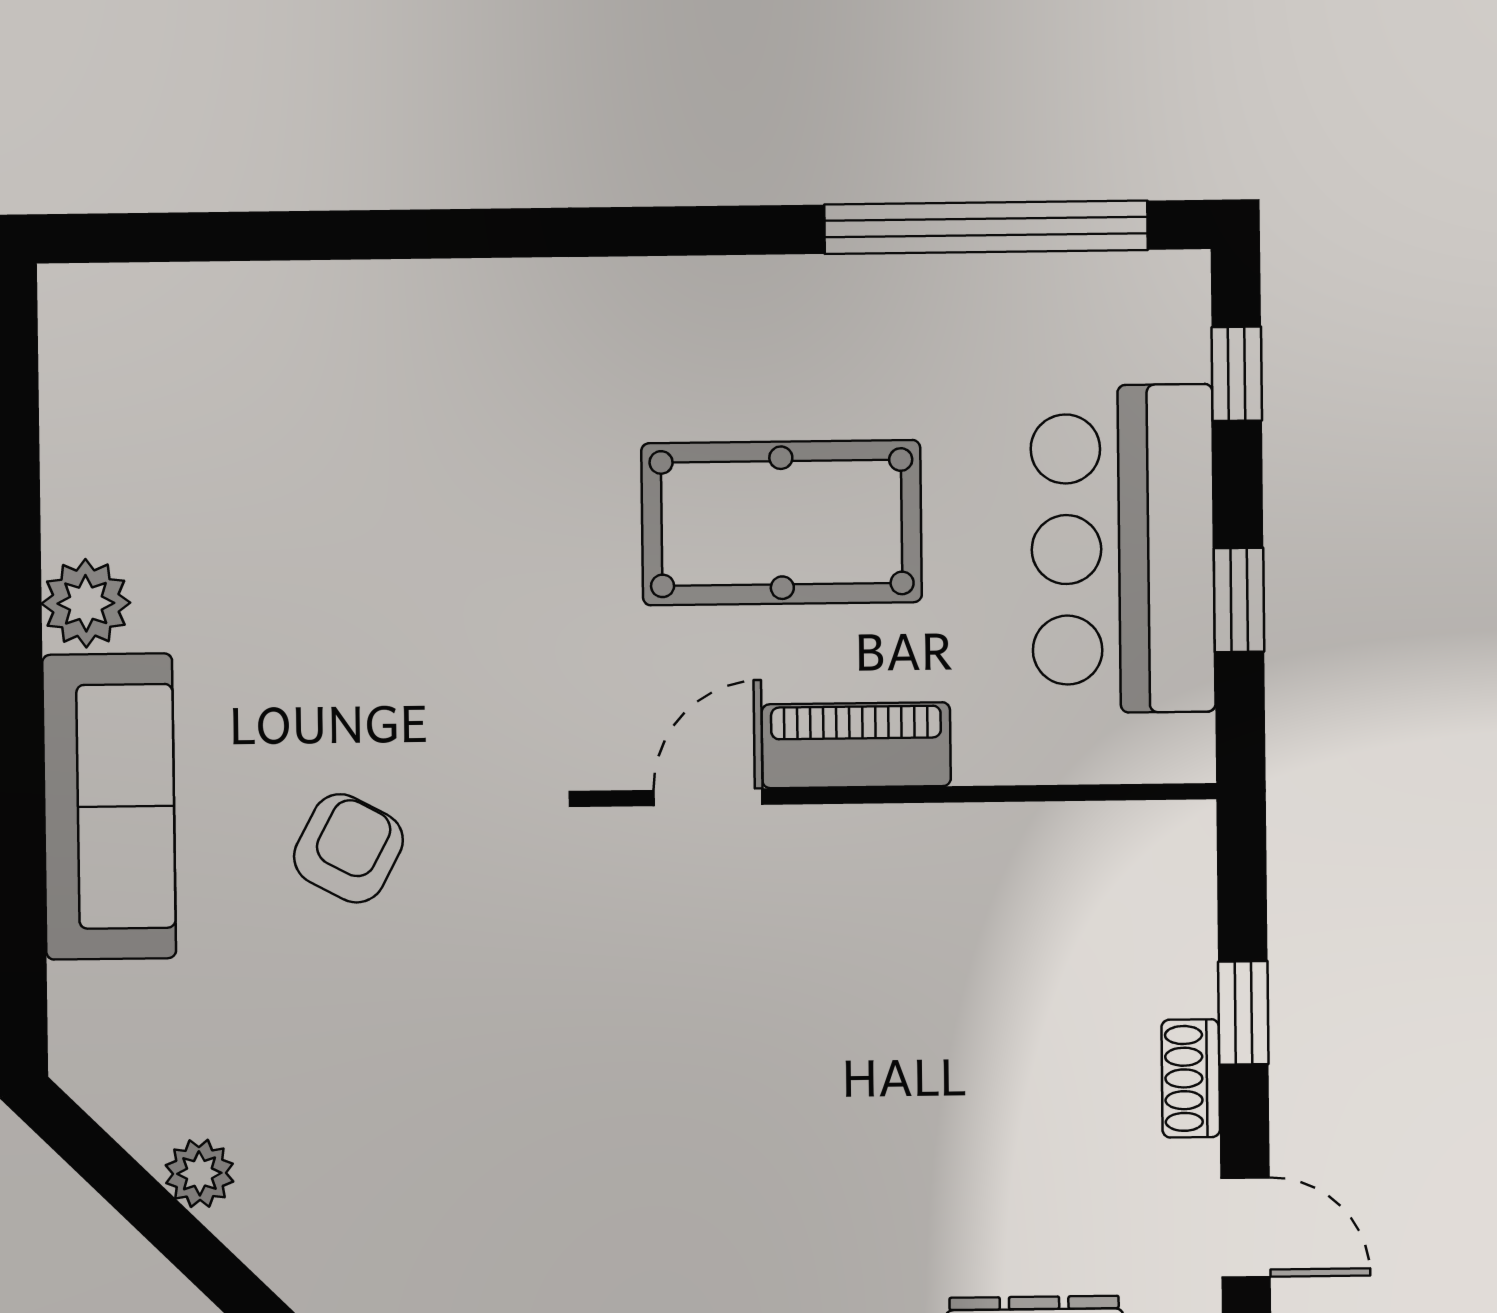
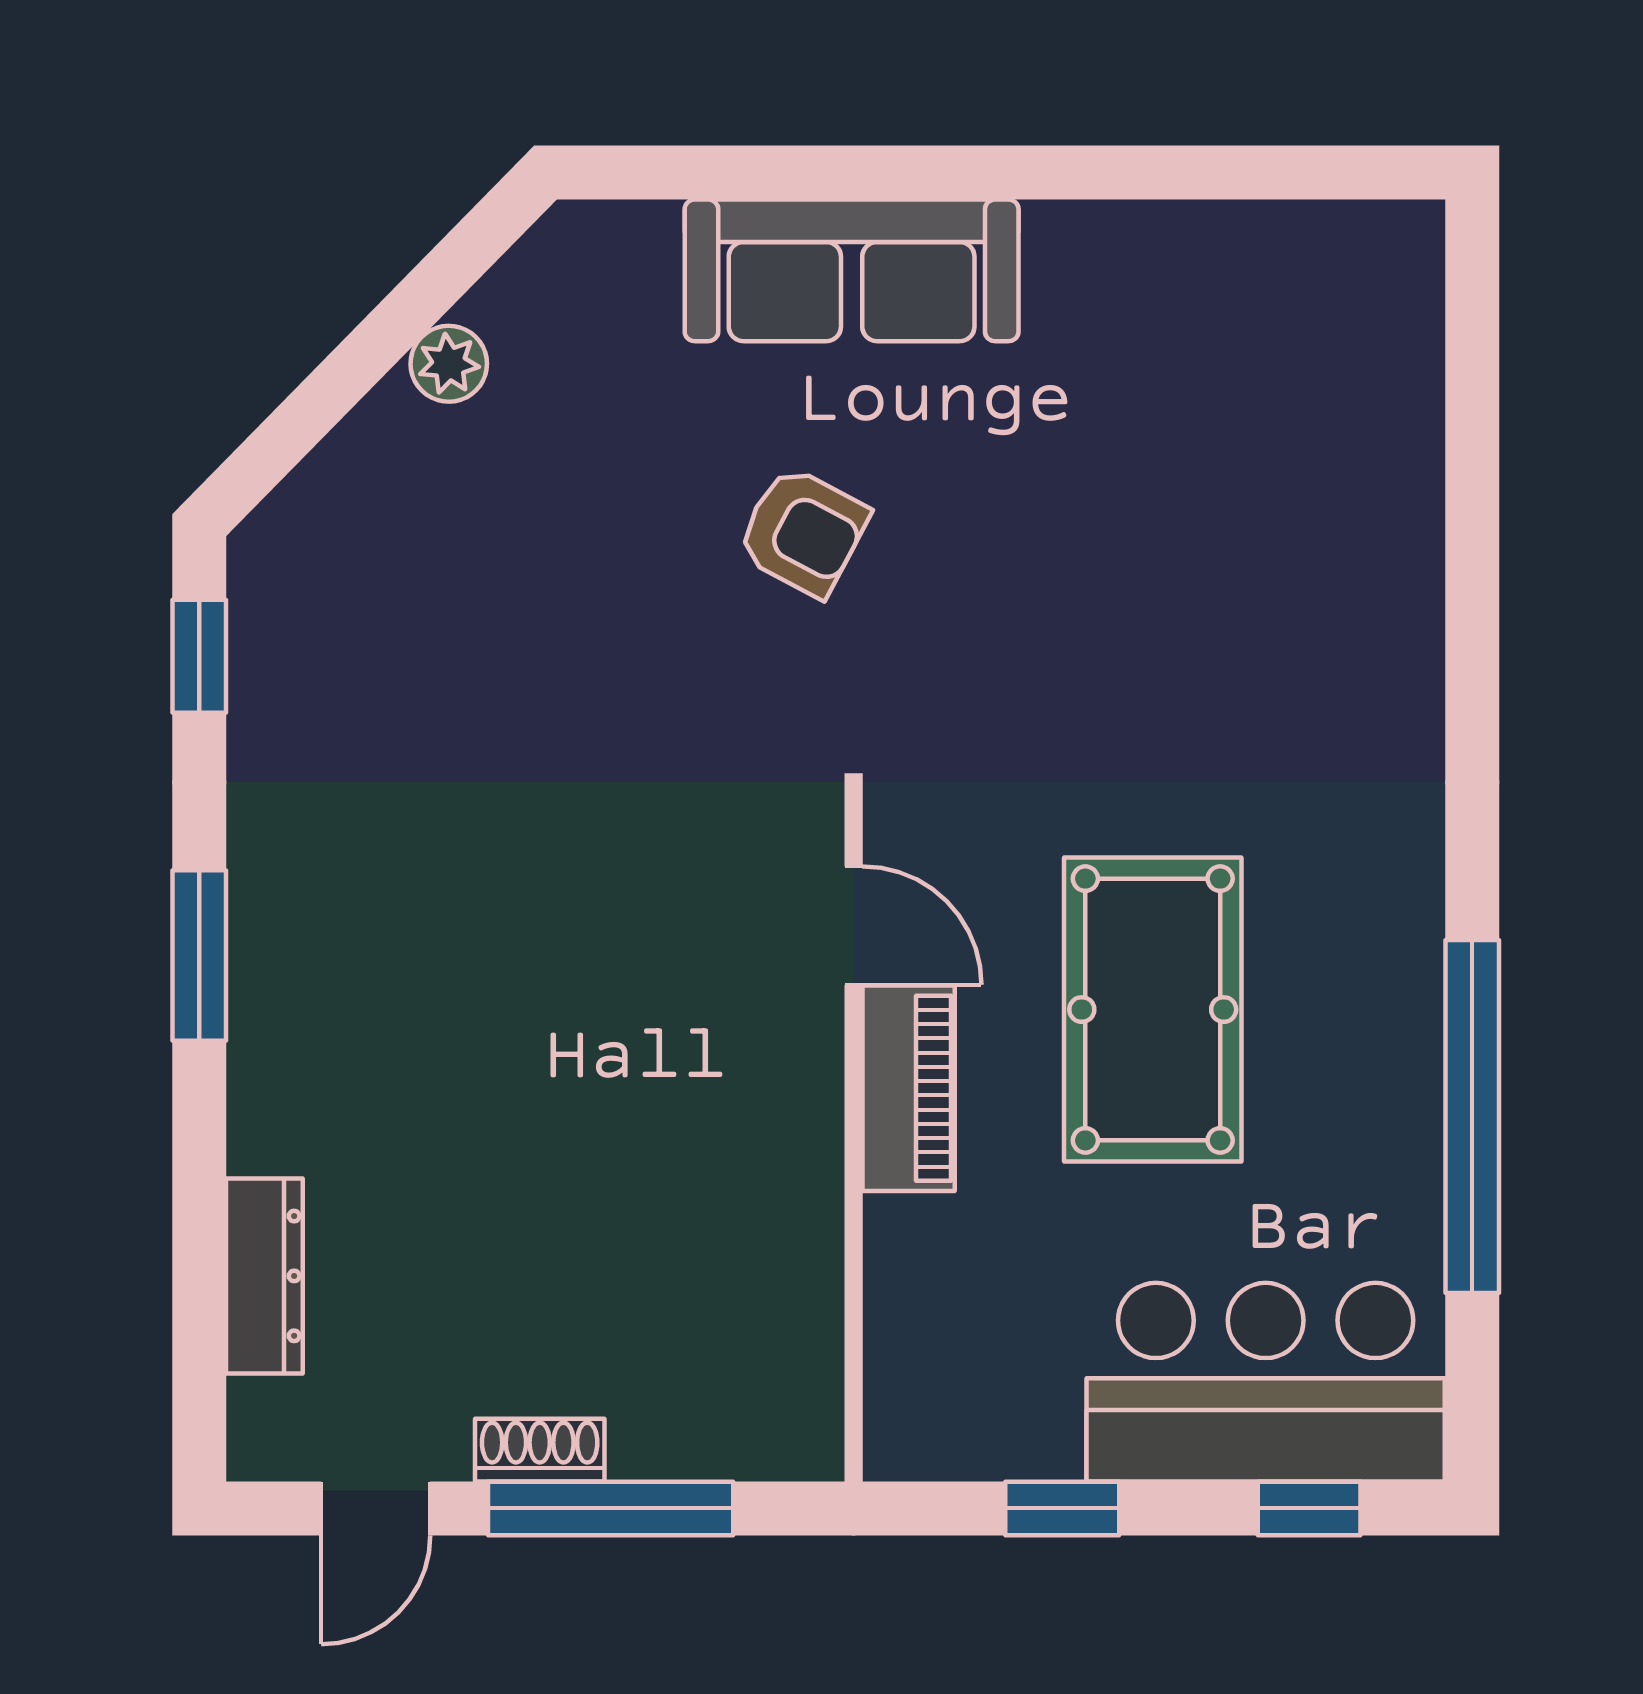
window: (986, 227) -> (1472, 1117), moved
bar counter: (1123, 549) -> (1266, 1382), moved
plant: (86, 603) -> (1074, 248), removed
window: (1243, 1013) -> (611, 1508), width x2.17

